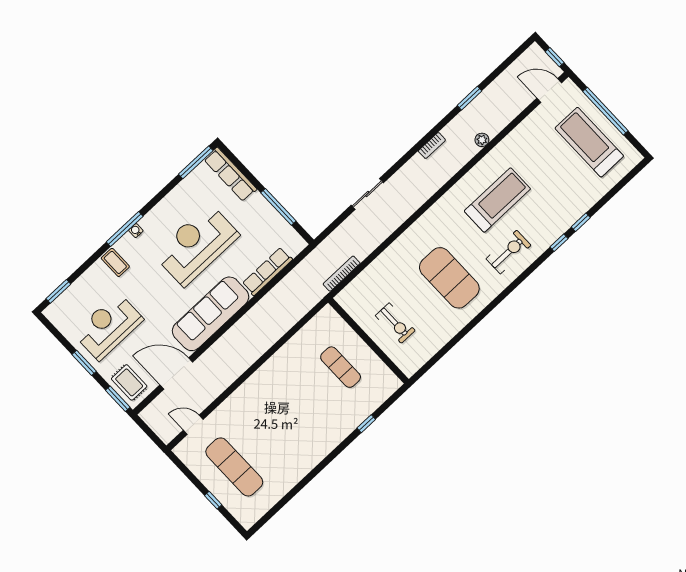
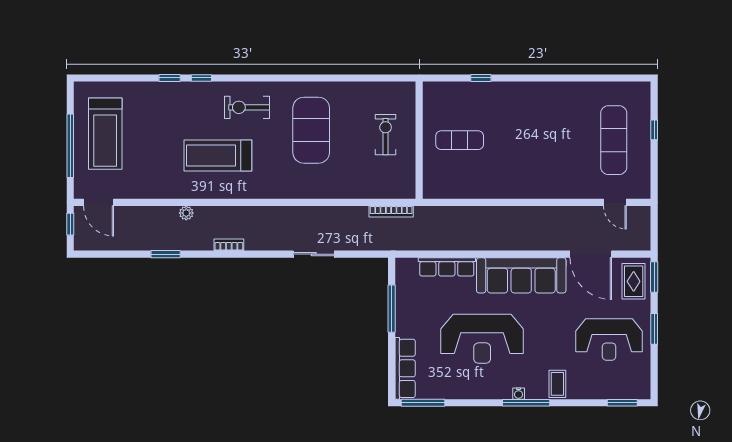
exercise mat: (341, 367) -> (460, 140), turned 90

